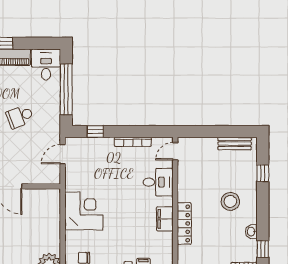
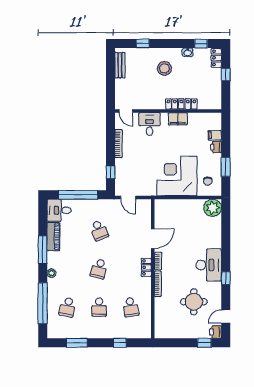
corner desk: (84, 211) -> (177, 176), width x1.36, depth x1.36

